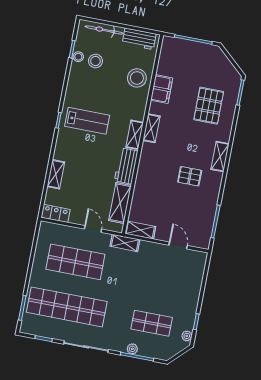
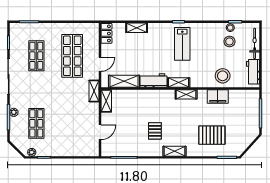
shop shelf: (67, 307) -> (36, 56), width x0.50, depth x0.74

